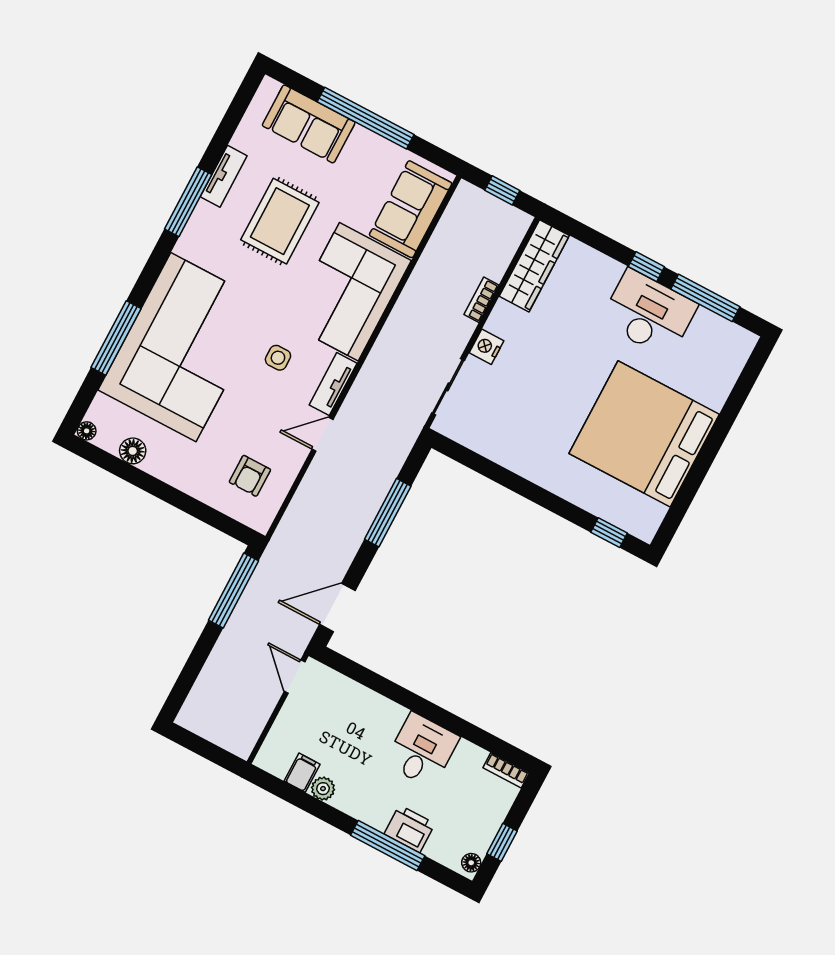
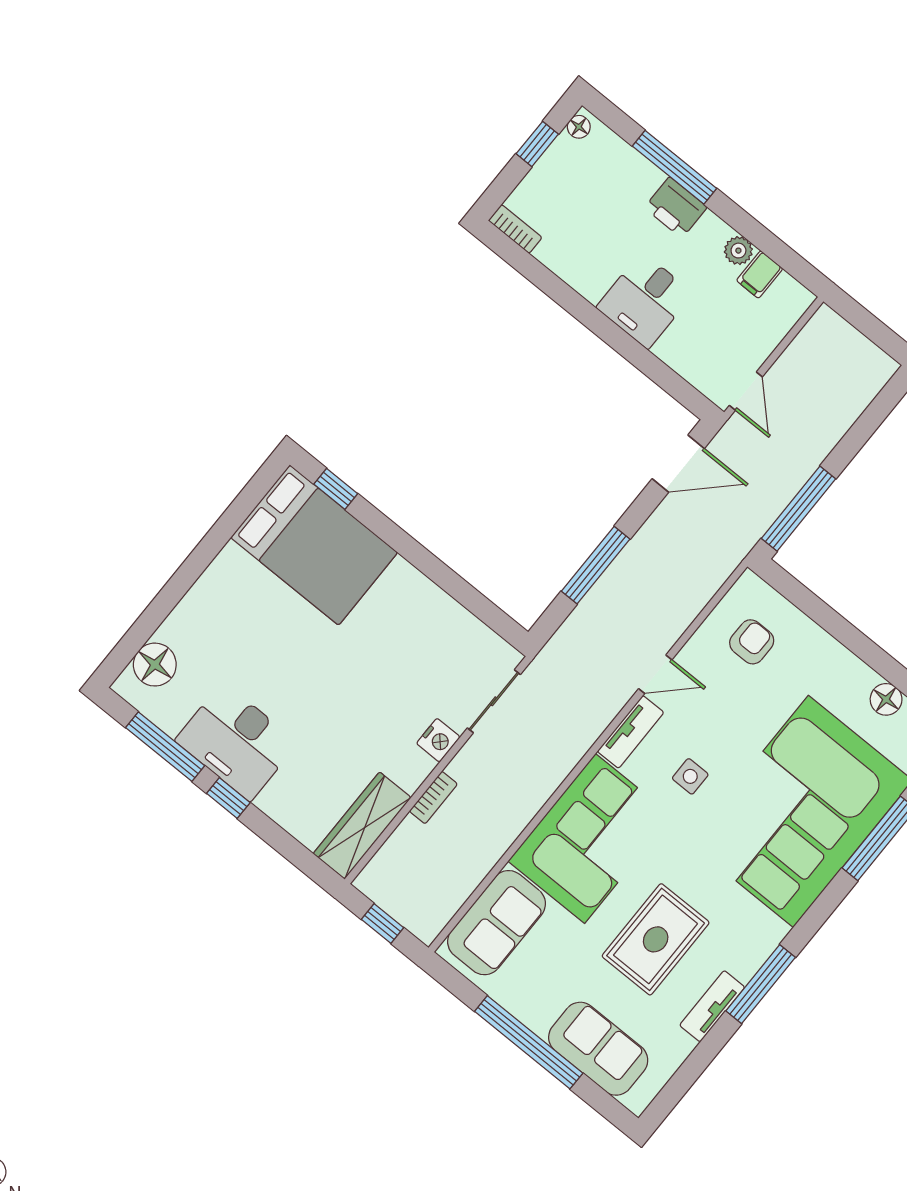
floor lamp: (727, 362) -> (155, 665), added
bed: (644, 434) -> (314, 545), moved, width x0.73
desk: (422, 750) -> (645, 300), moved
printer: (410, 829) -> (676, 207), moved

